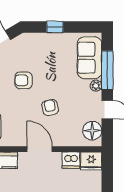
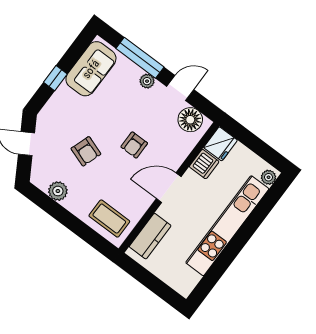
sofa: (89, 58) -> (91, 69), moved, turned -90
armchair: (24, 80) -> (86, 151), turned -71
armchair: (50, 108) -> (134, 145), turned -77

